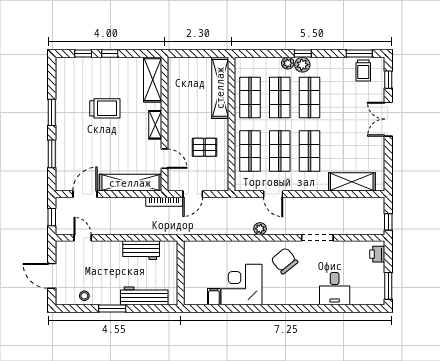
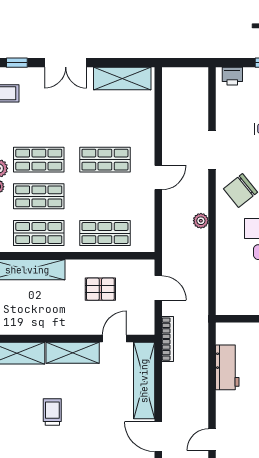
trolley: (105, 108) -> (52, 412), width x0.73, depth x0.72
shelving: (155, 125) -> (73, 353), width x1.50, depth x1.33
pallet: (204, 147) -> (100, 289), turned 90
shop shelf: (280, 151) -> (105, 196), removed
shelving: (352, 182) -> (122, 79), moved, turned 90
door: (193, 194) -> (158, 288), moved
door: (273, 194) -> (158, 178), moved
window: (388, 222) -> (192, 63), removed

